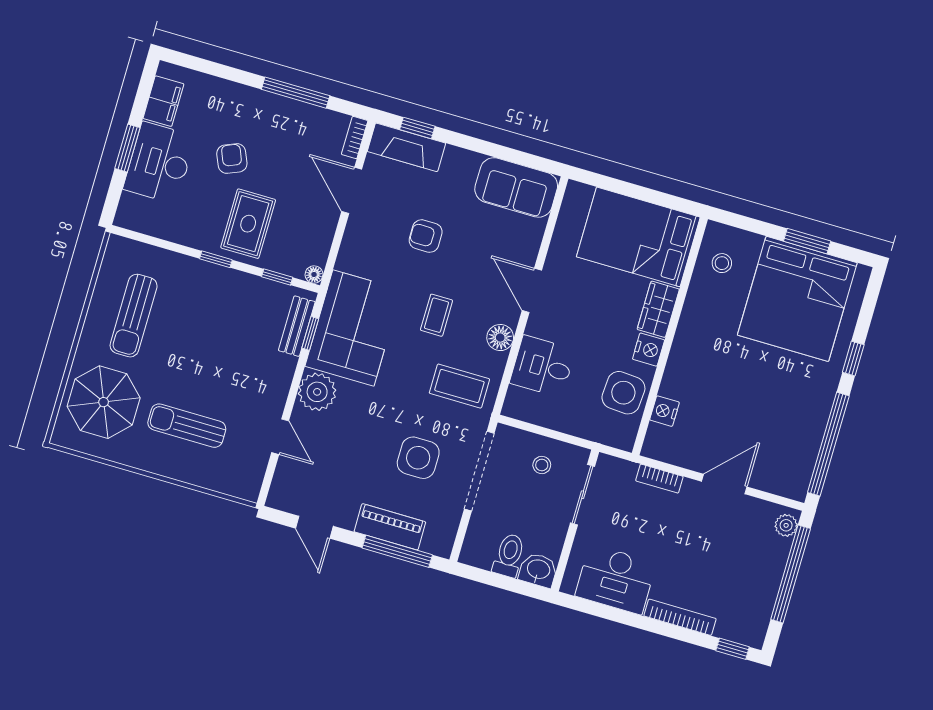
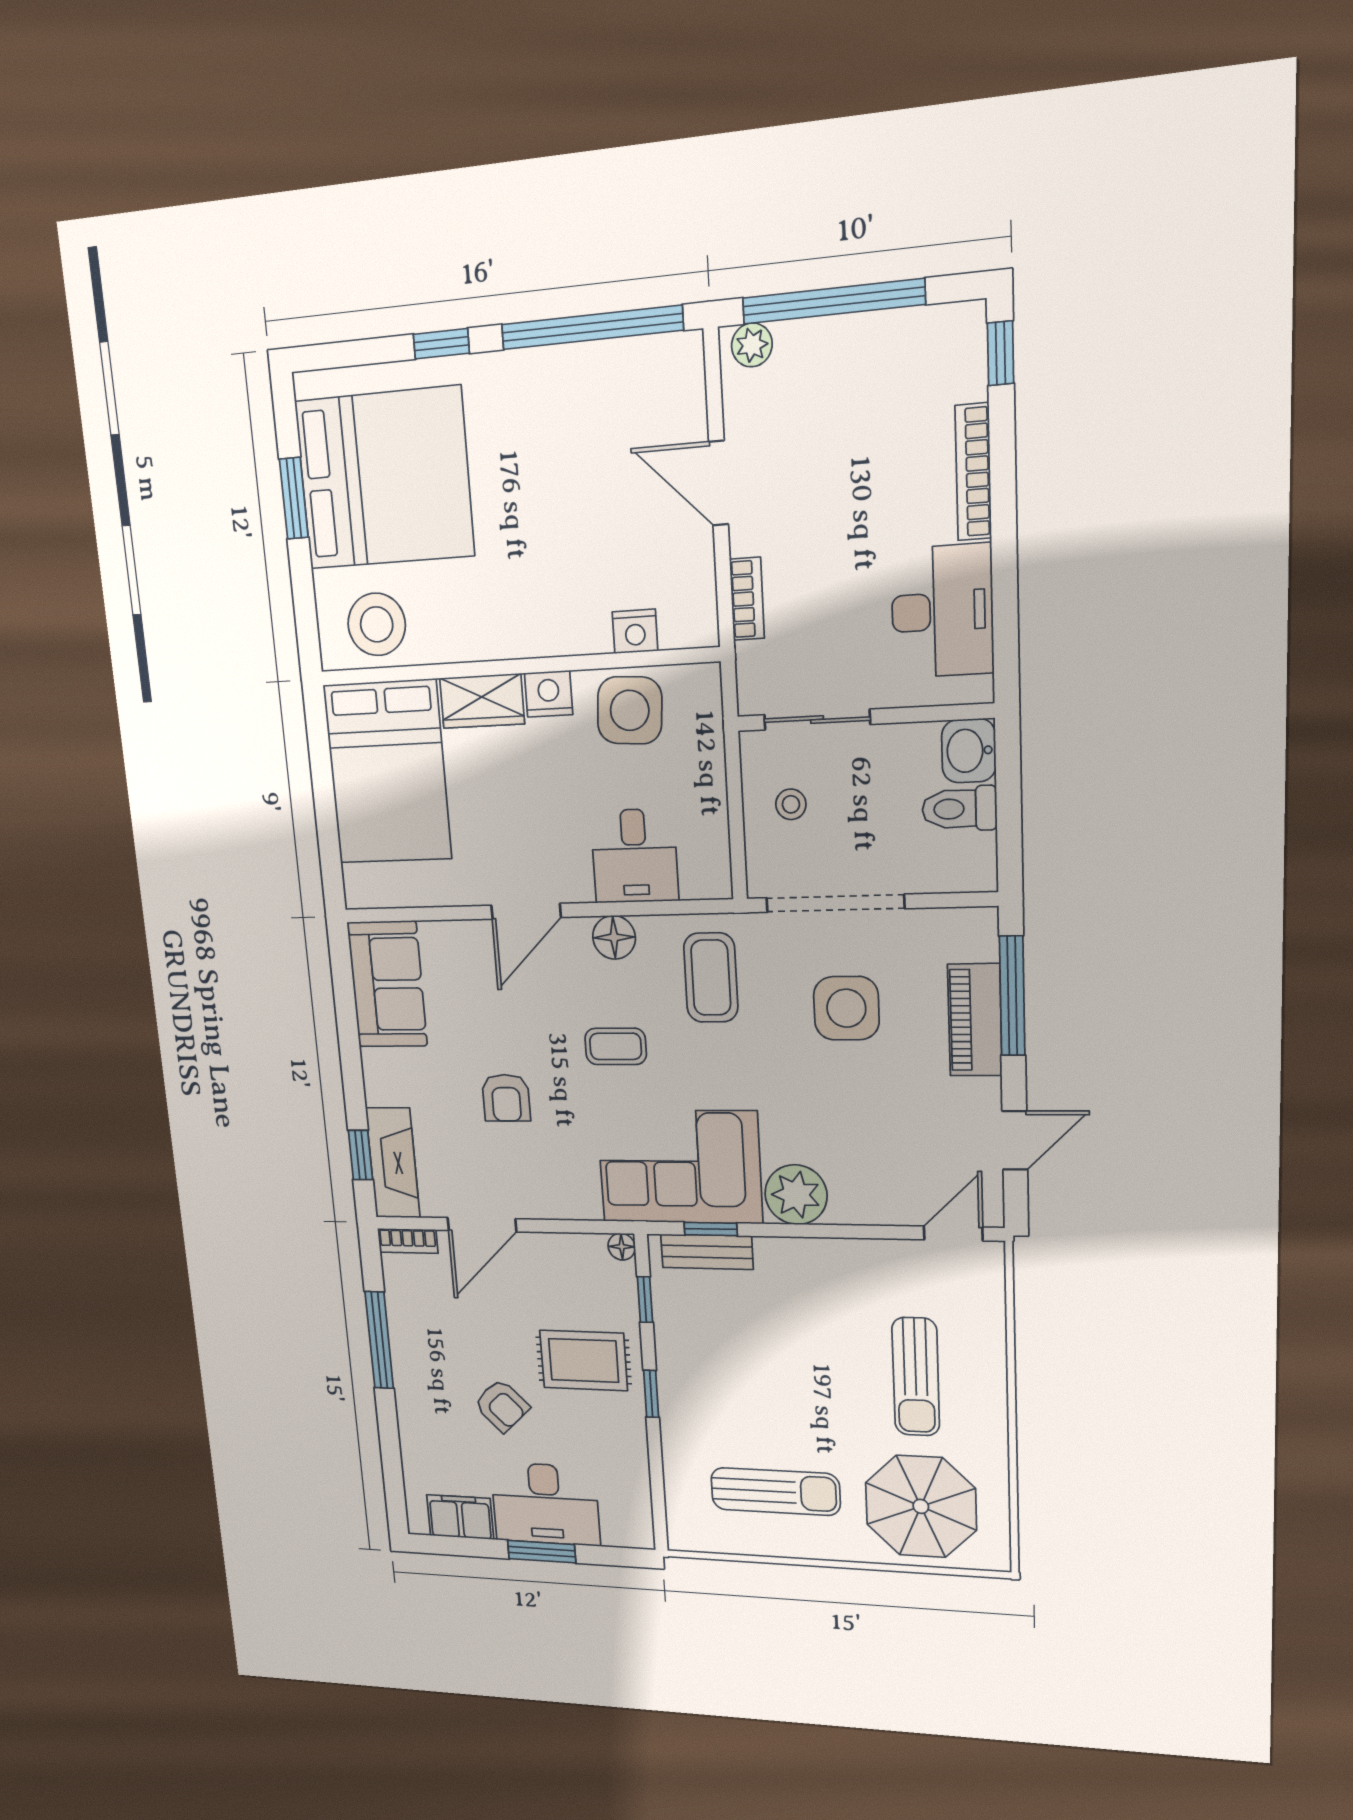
armchair: (232, 159) -> (502, 1406), turned -111
stool: (722, 263) -> (377, 624), width x1.89, depth x1.89
door: (280, 437) -> (953, 1233), moved

